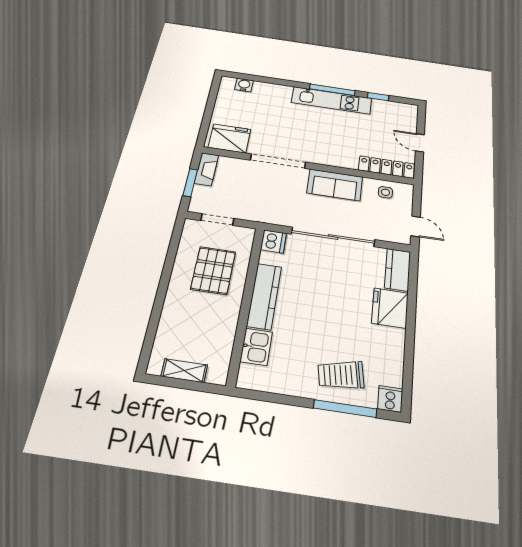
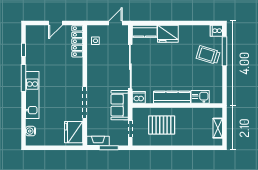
kitchen unit: (332, 100) -> (32, 95), moved
sofa: (335, 185) -> (120, 105), moved, turned 180
trolley: (341, 375) -> (208, 55), turned 117

